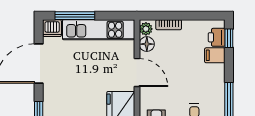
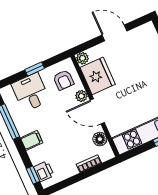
plant: (146, 29) -> (81, 96), moved
filing cabinet: (215, 55) -> (32, 140), moved

